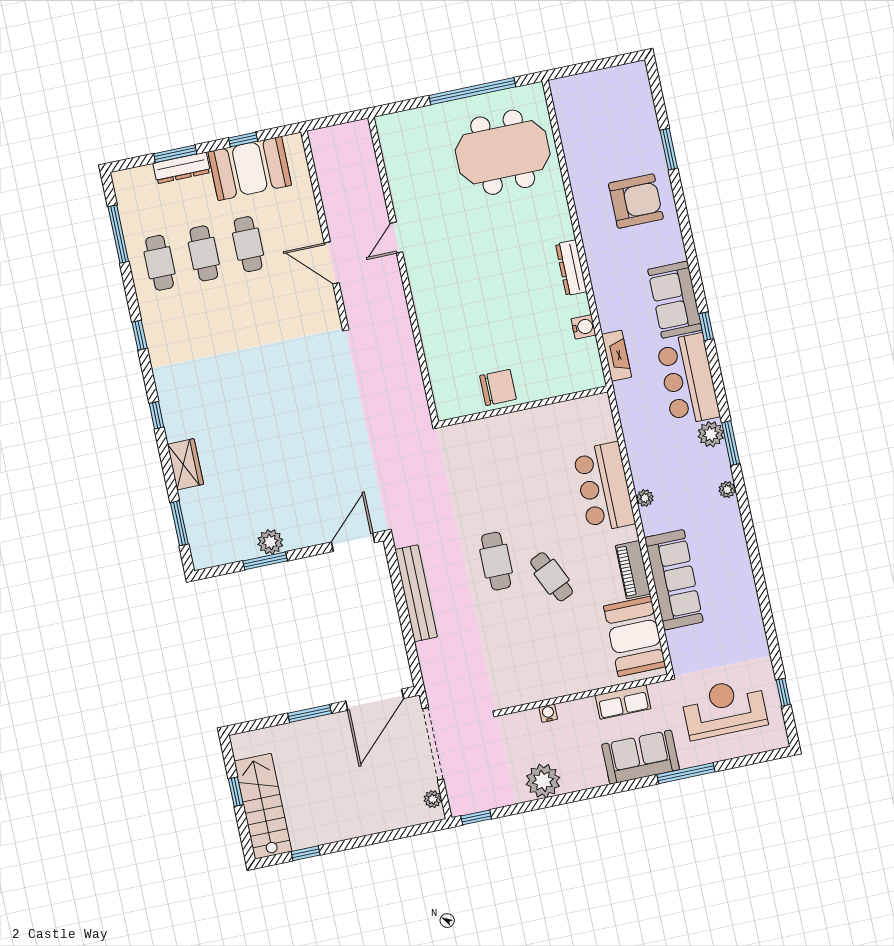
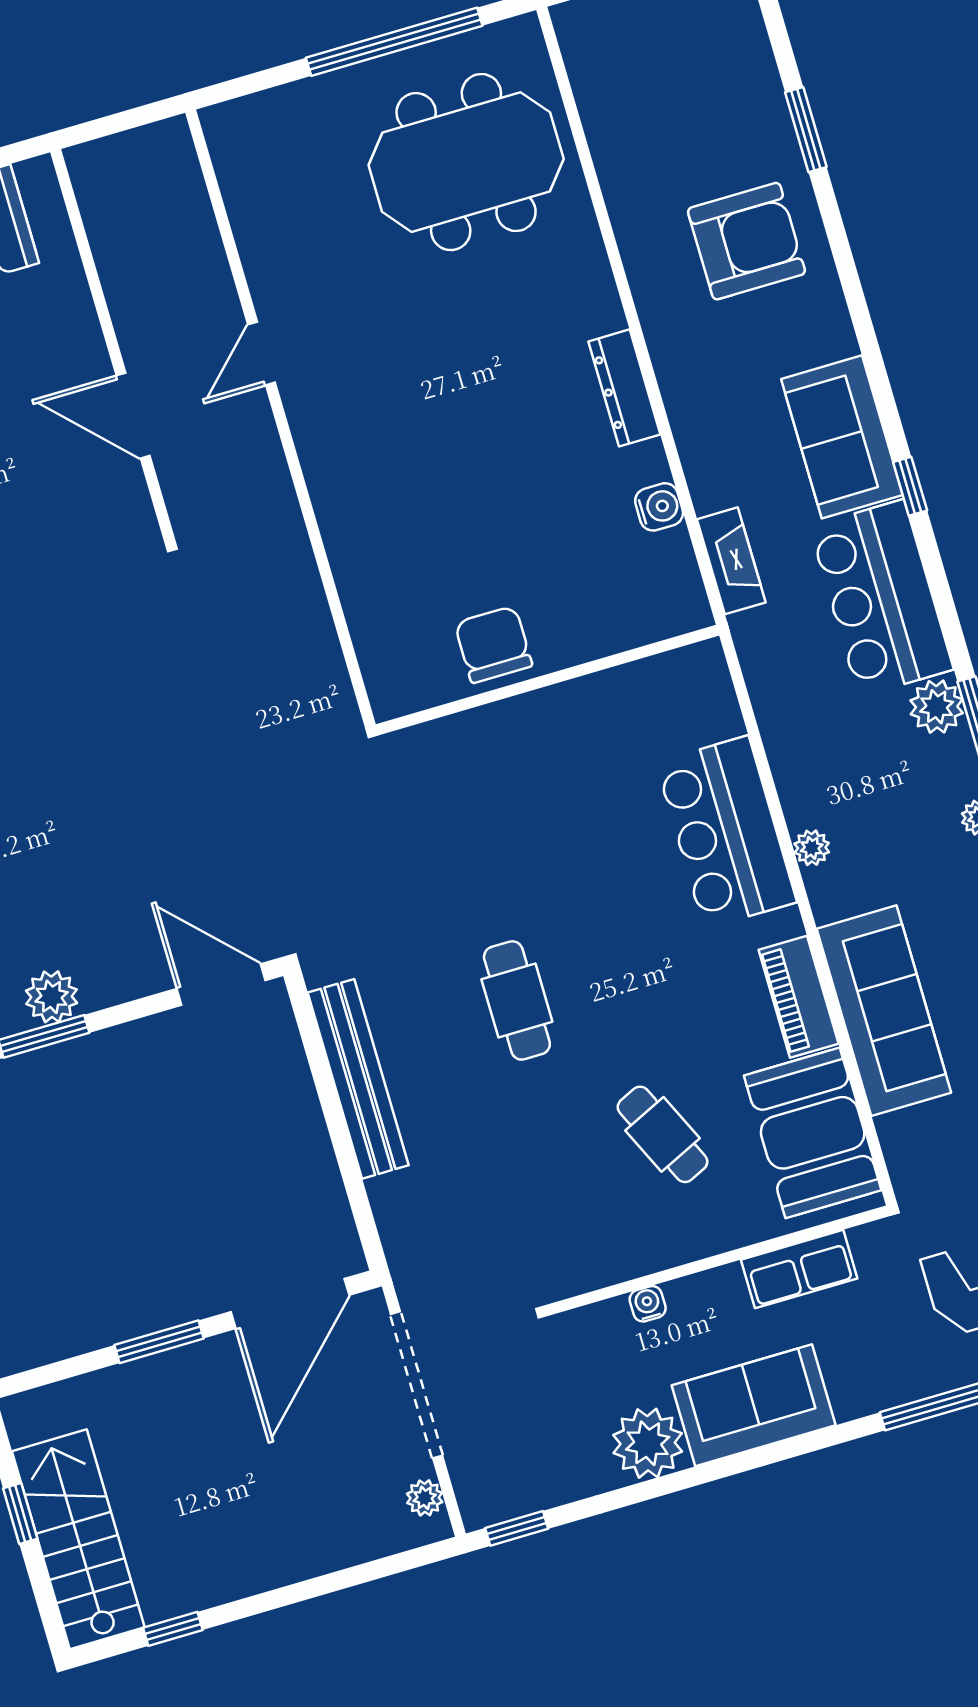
chair: (498, 387) -> (493, 644), turned -90
door: (353, 542) -> (221, 985), hinge flipped
cafe table: (552, 577) -> (663, 1134), moved
sofa: (641, 757) -> (754, 1405), moved

